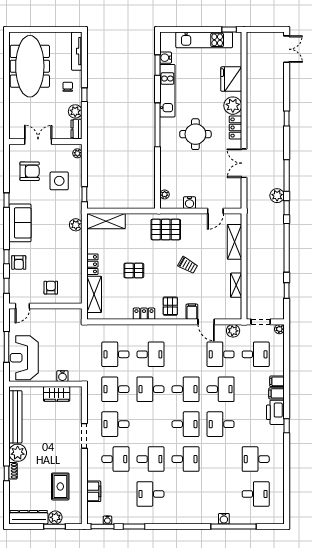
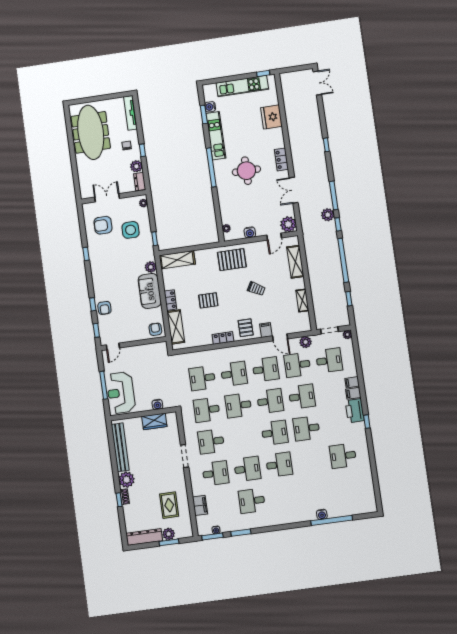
plant: (233, 106) -> (288, 224), moved
armchair: (30, 171) -> (103, 225), turned 180
sofa: (20, 223) -> (150, 291), moved, turned 180
armchair: (51, 288) -> (155, 329), moved
desk: (256, 494) -> (266, 369), moved

